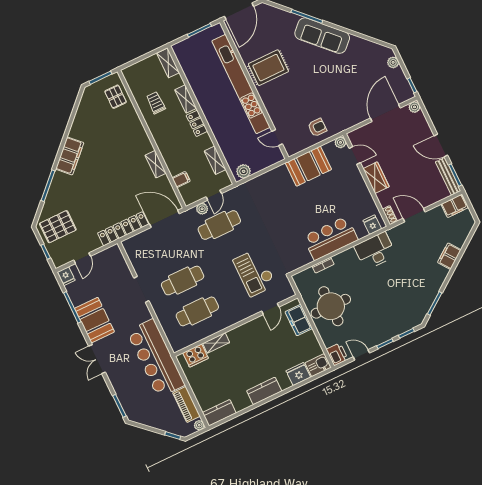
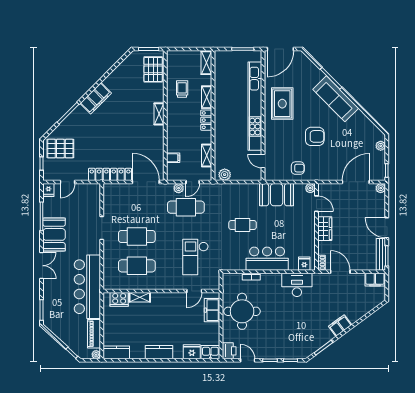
rug: (268, 68) -> (282, 104), turned 90
armchair: (319, 86) -> (315, 136), added
pallet: (116, 97) -> (153, 69), width x1.50, depth x1.42
shelving: (155, 164) -> (159, 114), moved
cafe table: (288, 215) -> (243, 225), added
filing cabinet: (449, 256) -> (340, 326), moved
double door: (97, 359) -> (42, 266), swing flipped

